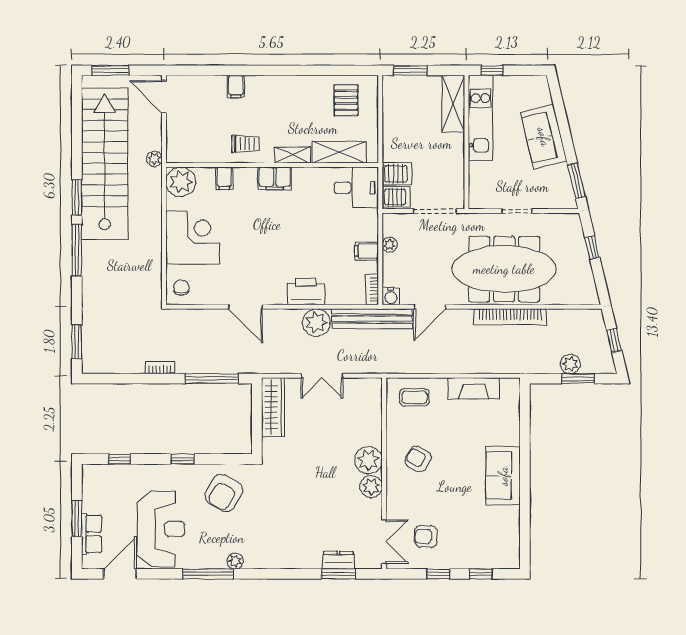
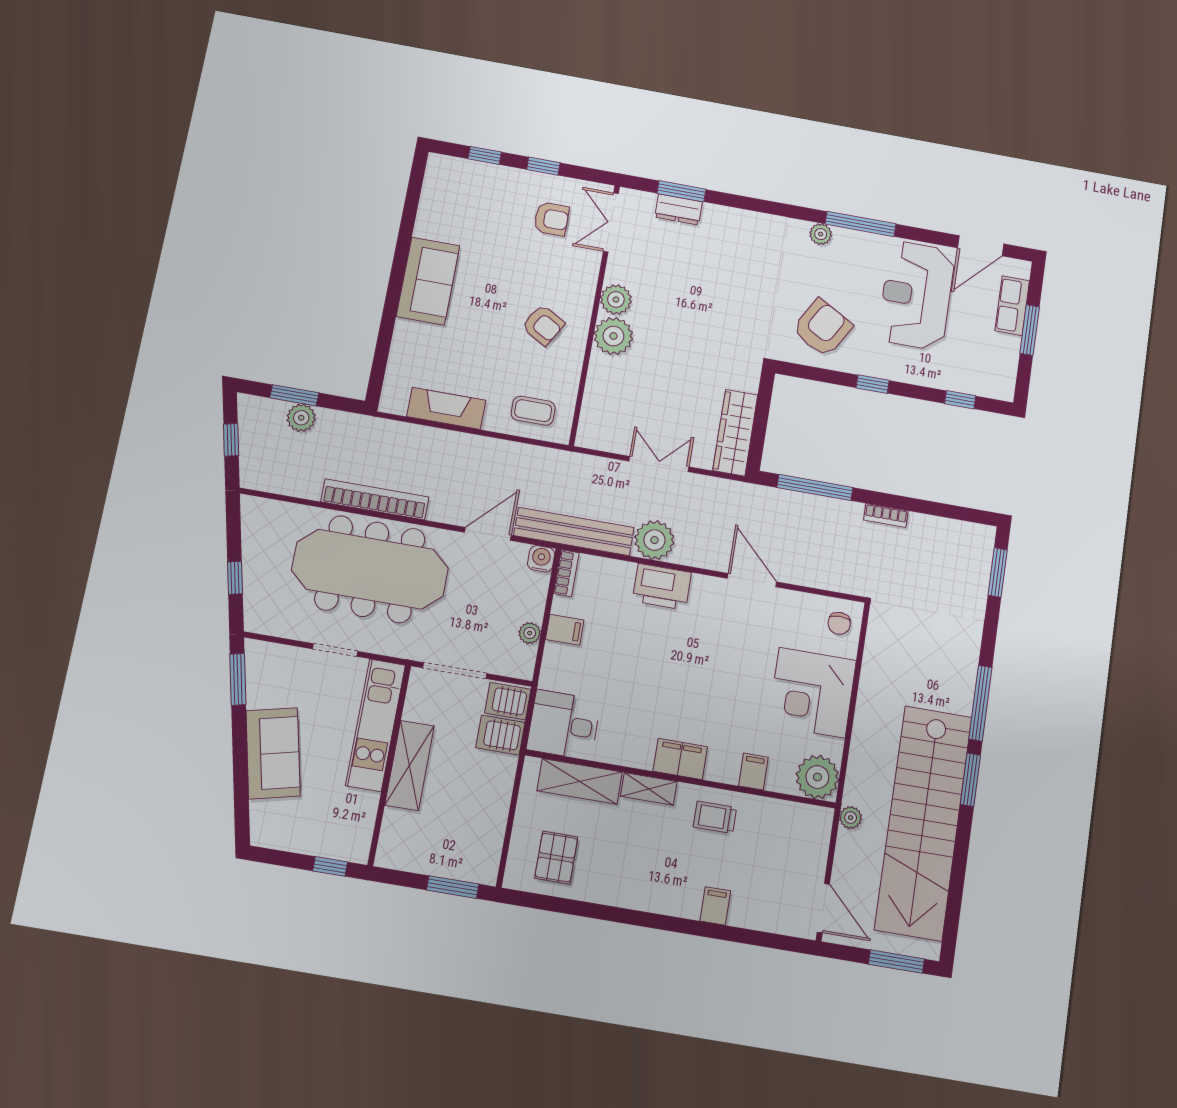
shelving: (453, 104) -> (409, 765), moved
kitchen unit: (480, 118) -> (376, 725), moved

